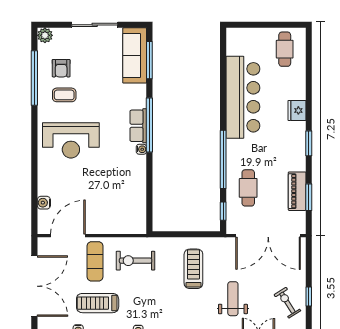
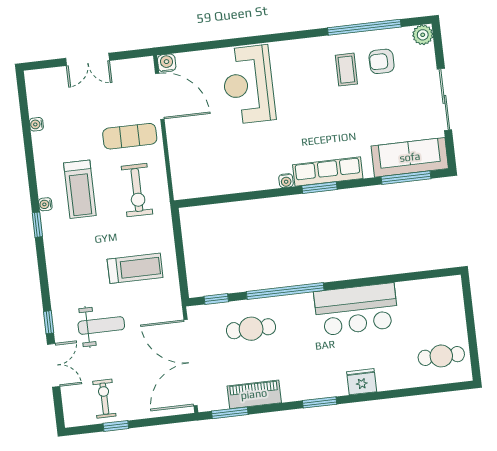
bar counter: (243, 97) -> (356, 309), width x0.73
window: (149, 125) -> (320, 188), width x0.47
row of seats: (138, 126) -> (328, 172), width x1.48
reception desk: (71, 140) -> (248, 85), moved
window: (309, 197) -> (230, 413), moved
water cooler: (44, 203) -> (167, 63), moved
exercise bike: (136, 261) -> (137, 190), turned 180
double door: (34, 286) -> (88, 59), width x0.54
treadmill: (98, 303) -> (80, 189), moved, turned 180
exercise bike: (287, 303) -> (104, 399), turned -58

